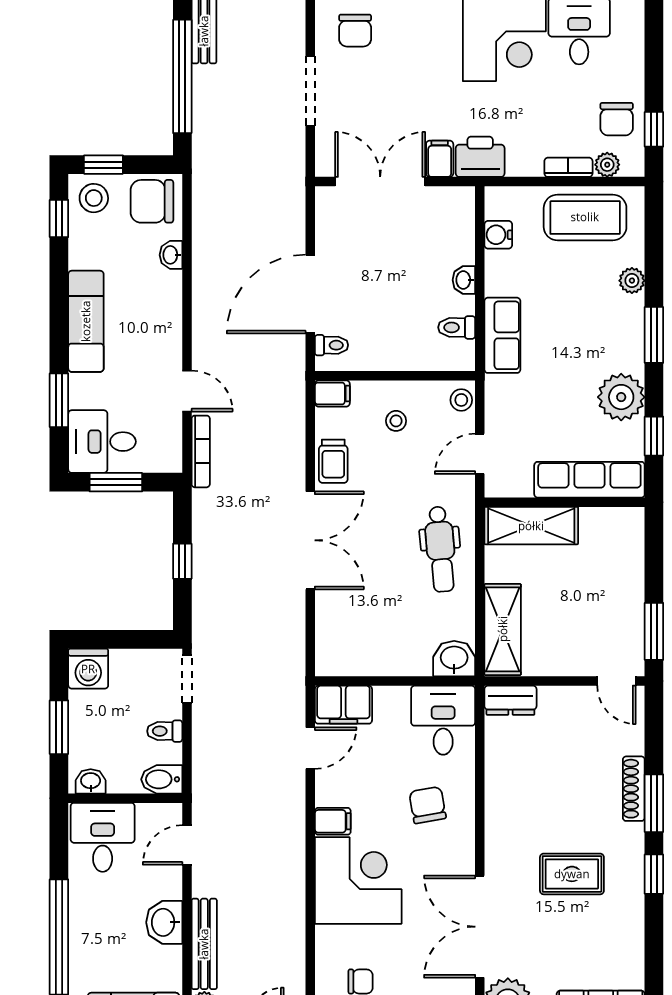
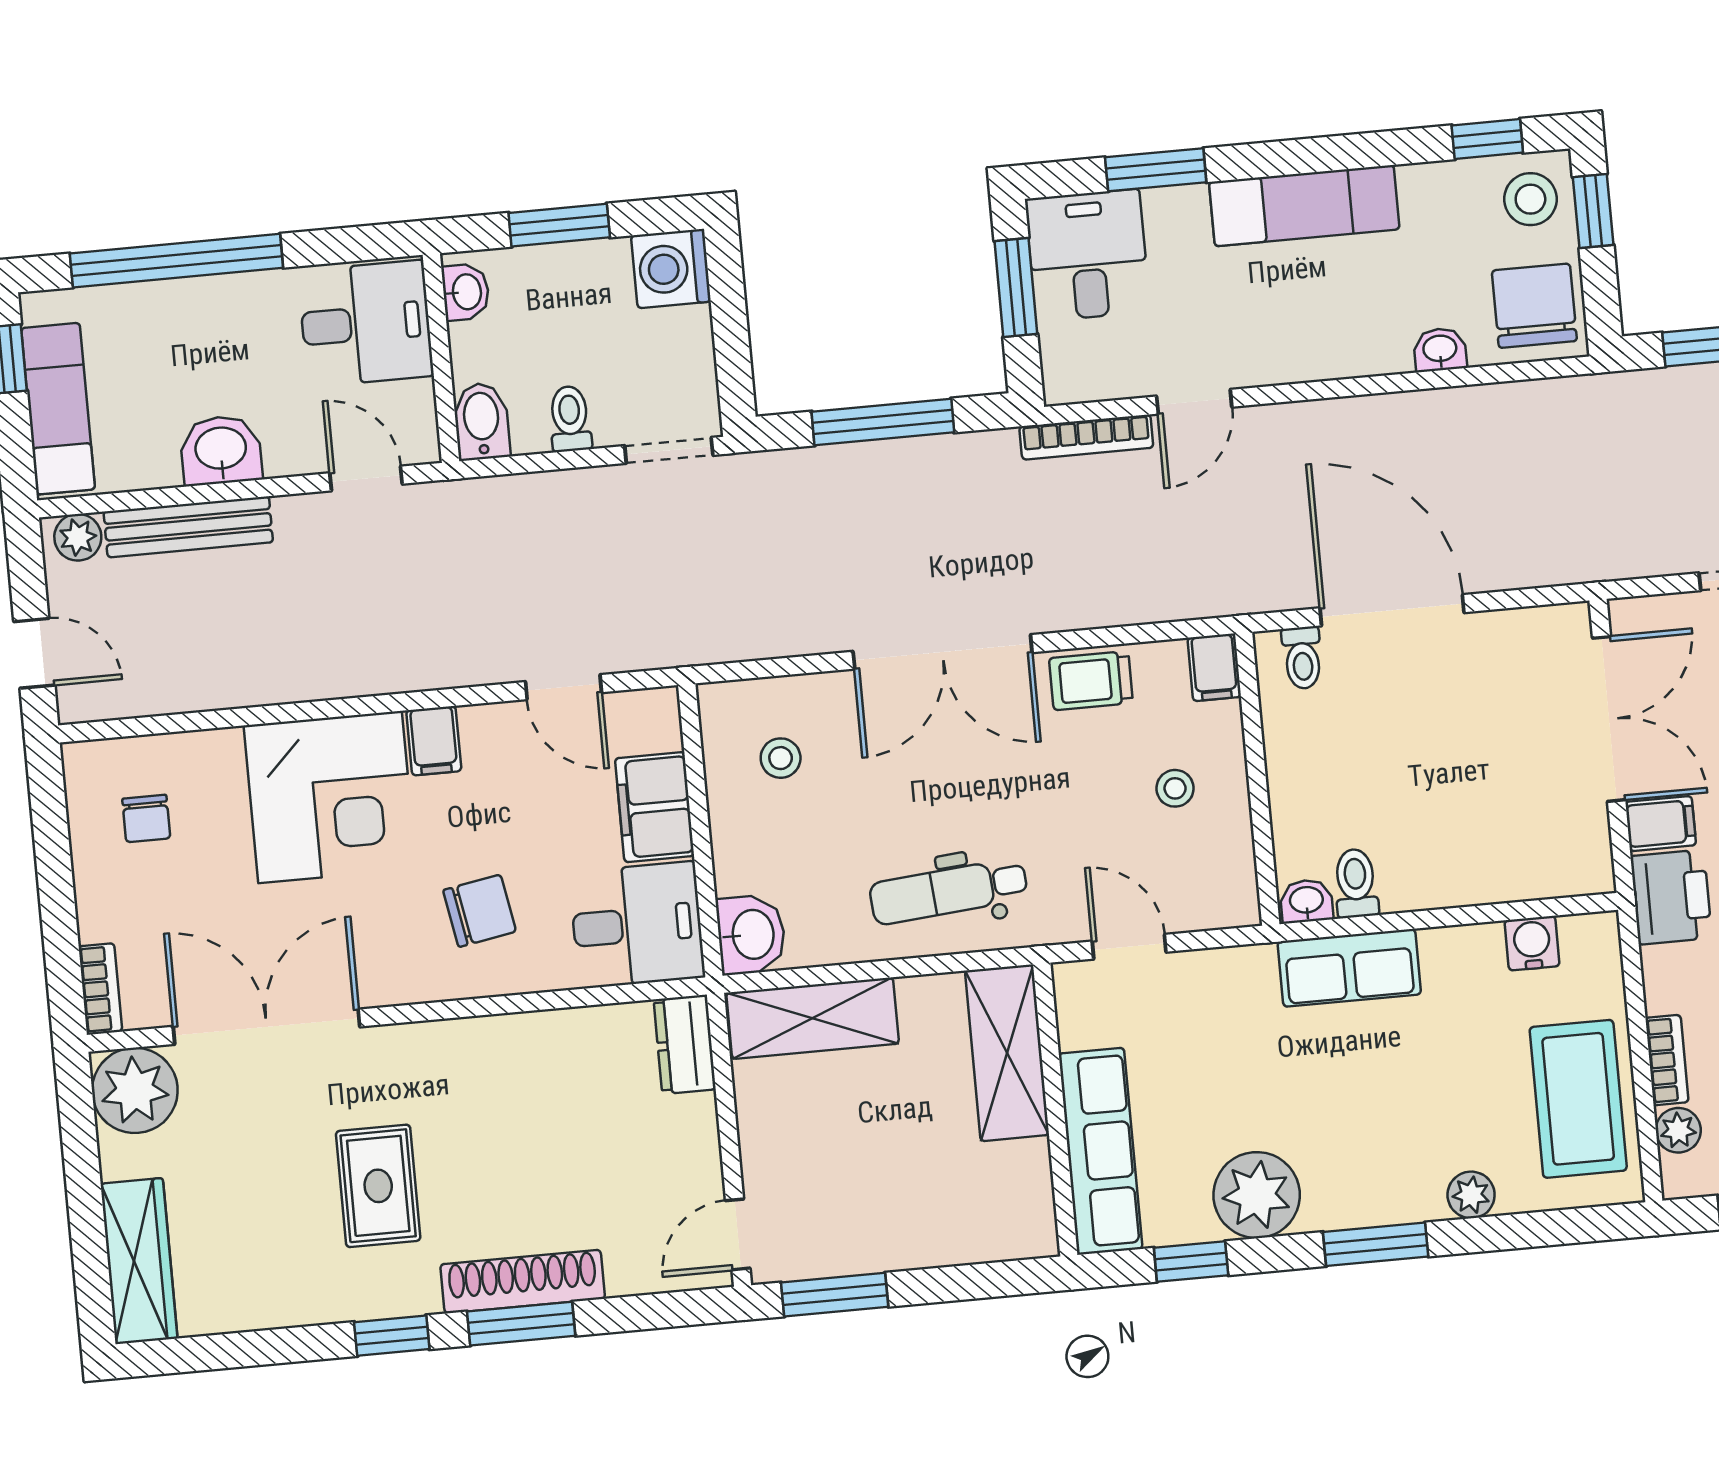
washbasin: (464, 280) -> (1306, 901), moved
stool: (461, 400) -> (781, 758), moved
window: (182, 561) -> (883, 422), width x2.17
filing cabinet: (343, 705) -> (655, 807), moved
shoe rack: (634, 789) -> (523, 1282), width x1.36, depth x1.24

